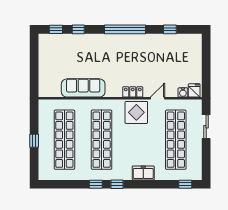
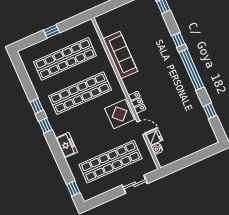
window: (78, 29) -> (178, 40), moved
fridge: (194, 90) -> (154, 138), moved

